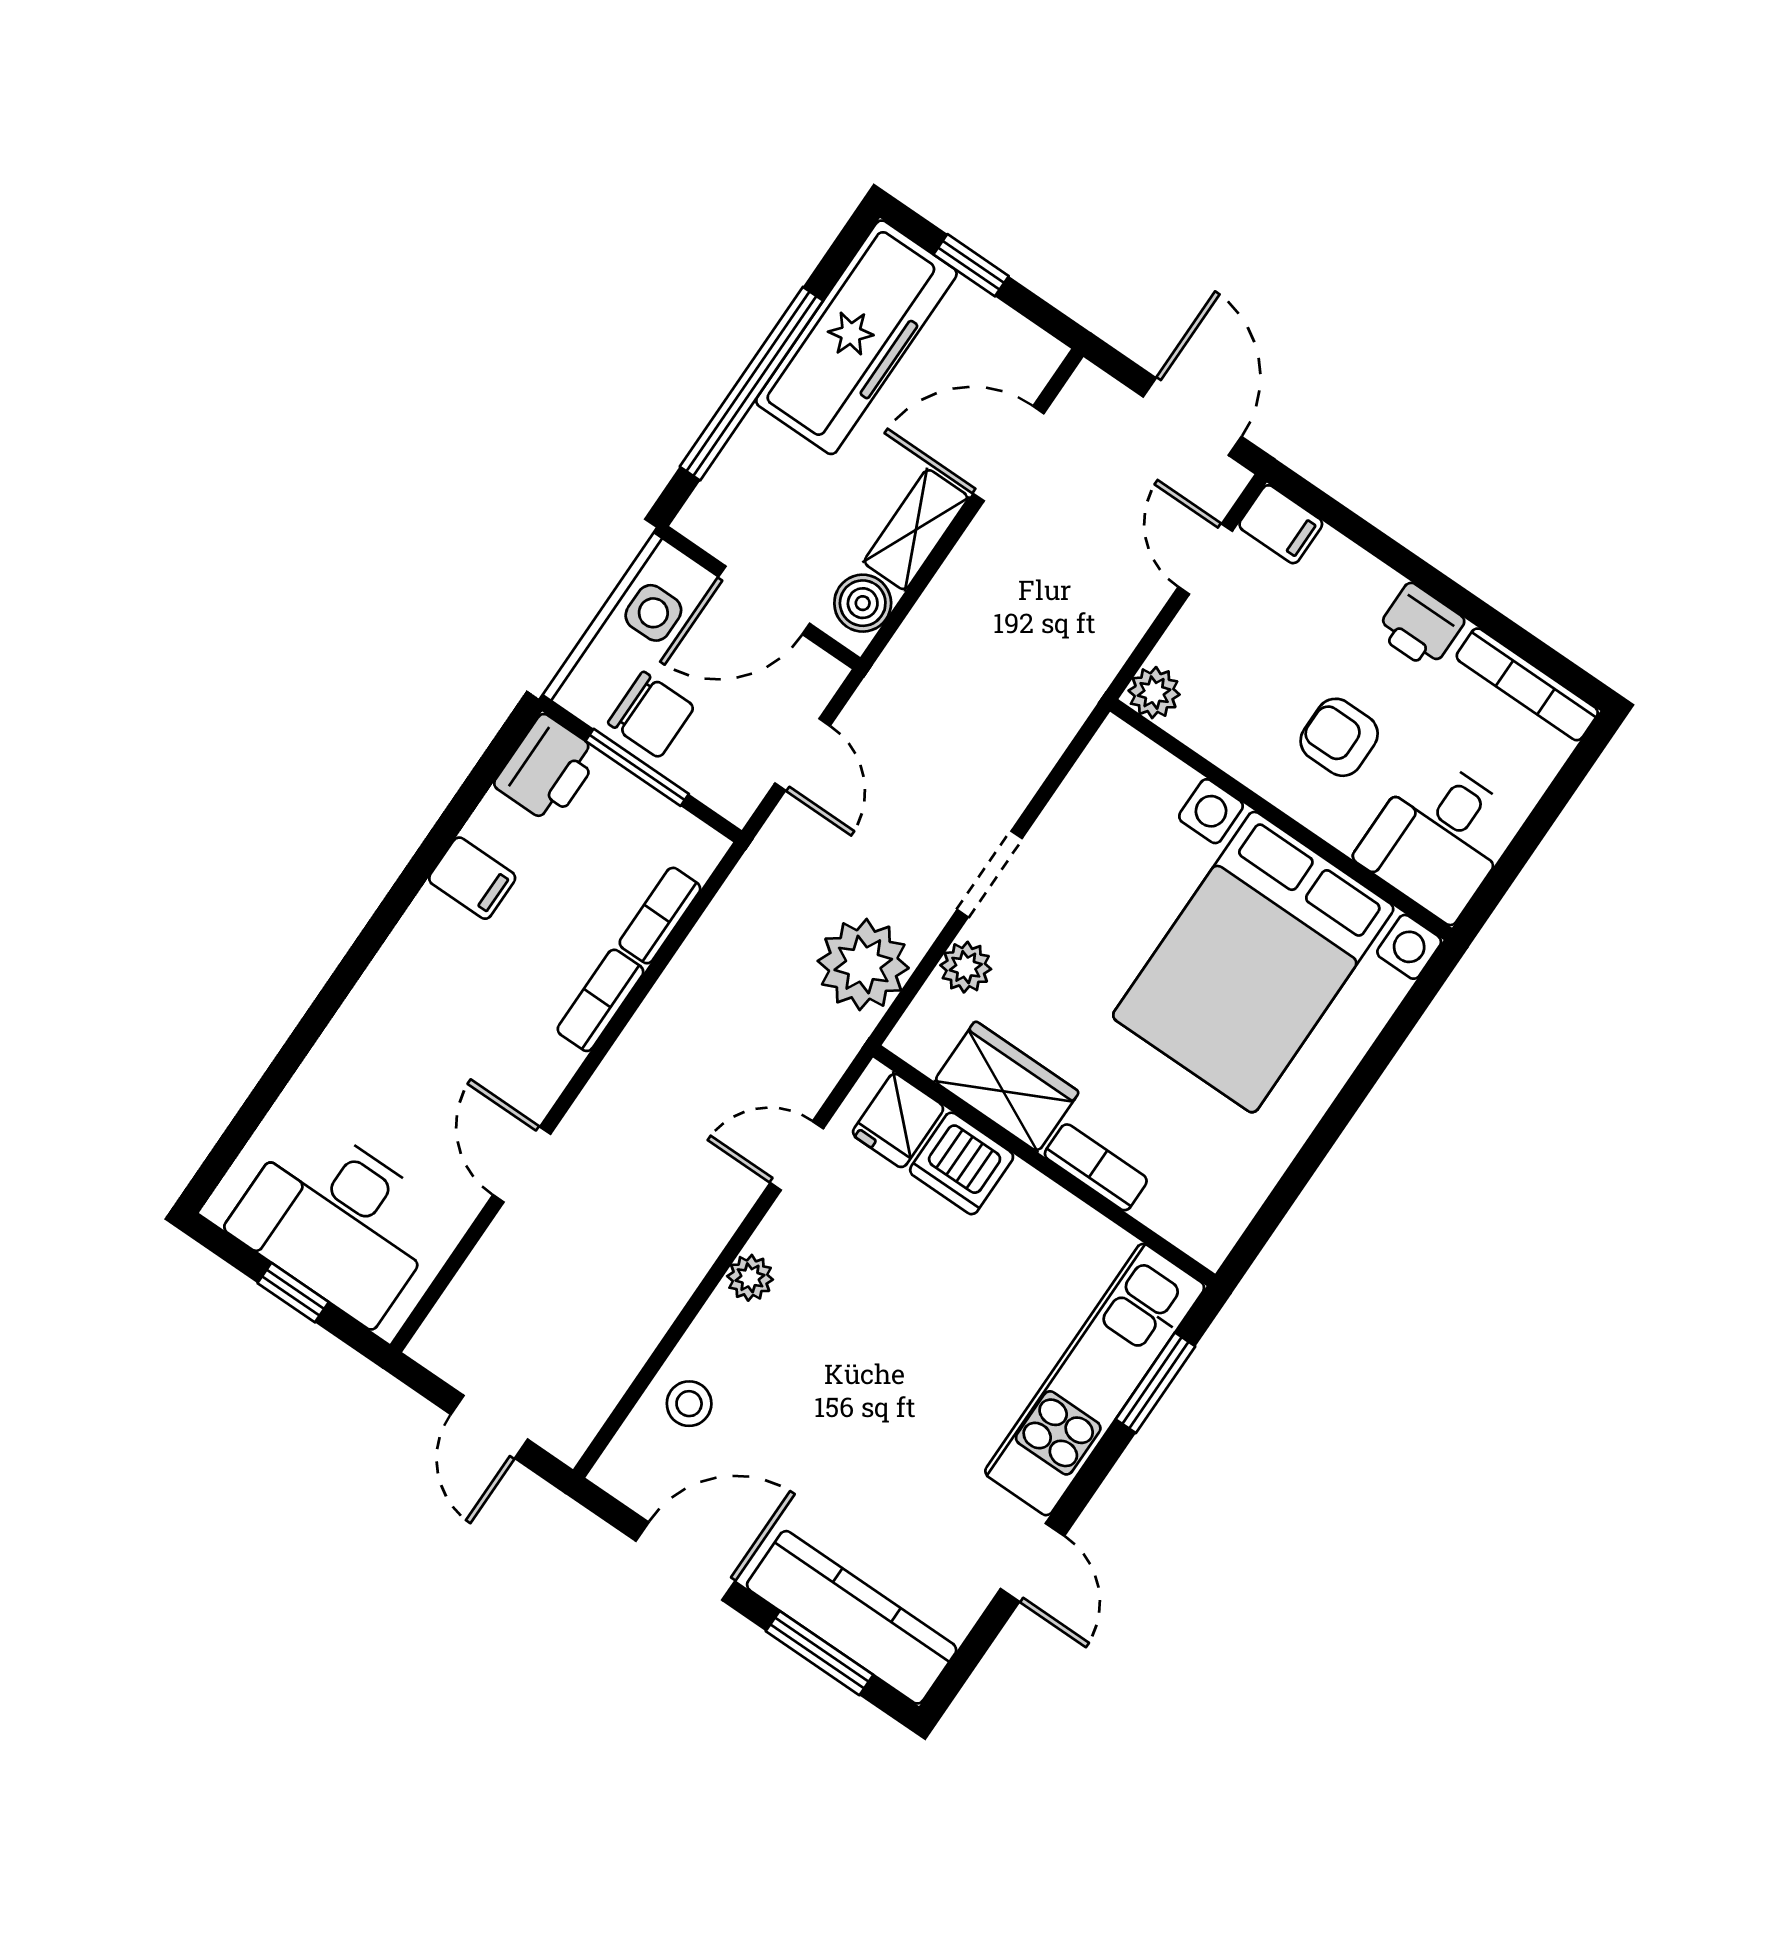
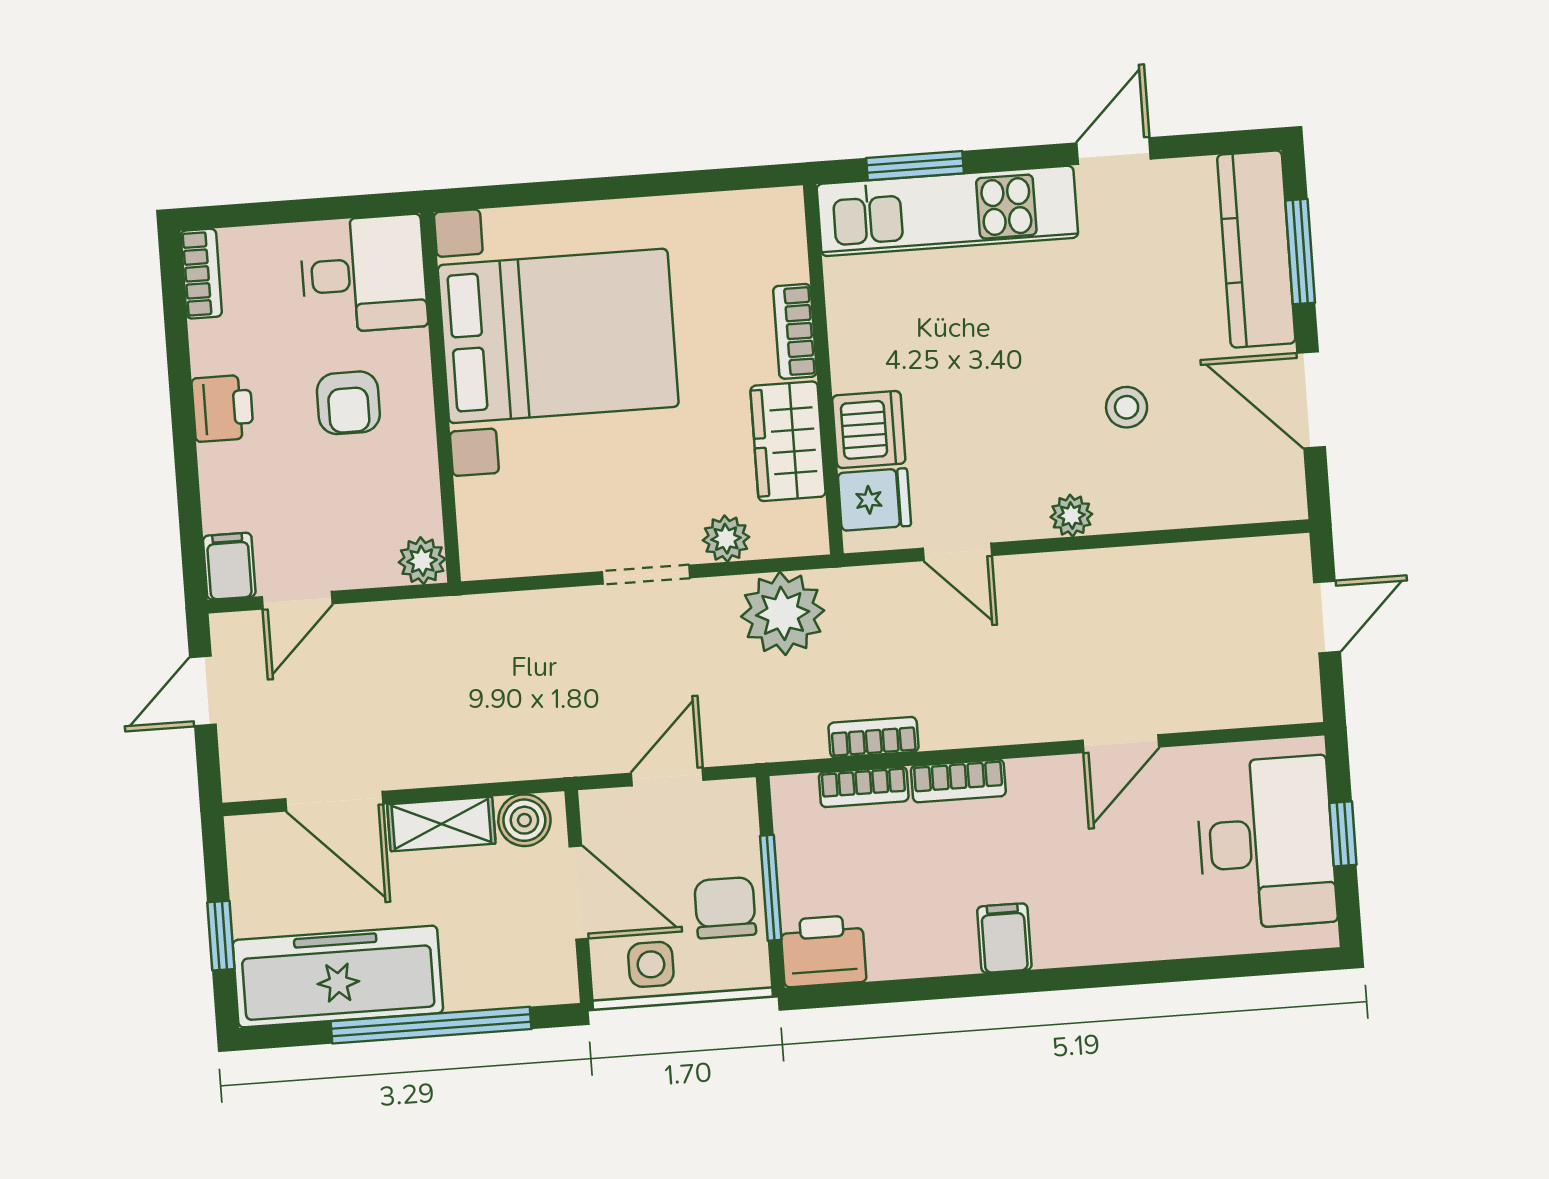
door: (1192, 417) -> (203, 691), width x0.73
bookcase: (1527, 684) -> (201, 274), width x0.64
filing cabinet: (472, 878) -> (1004, 938), moved
bookcase: (696, 958) -> (873, 737), added
stool: (689, 1404) -> (1127, 407), moved

